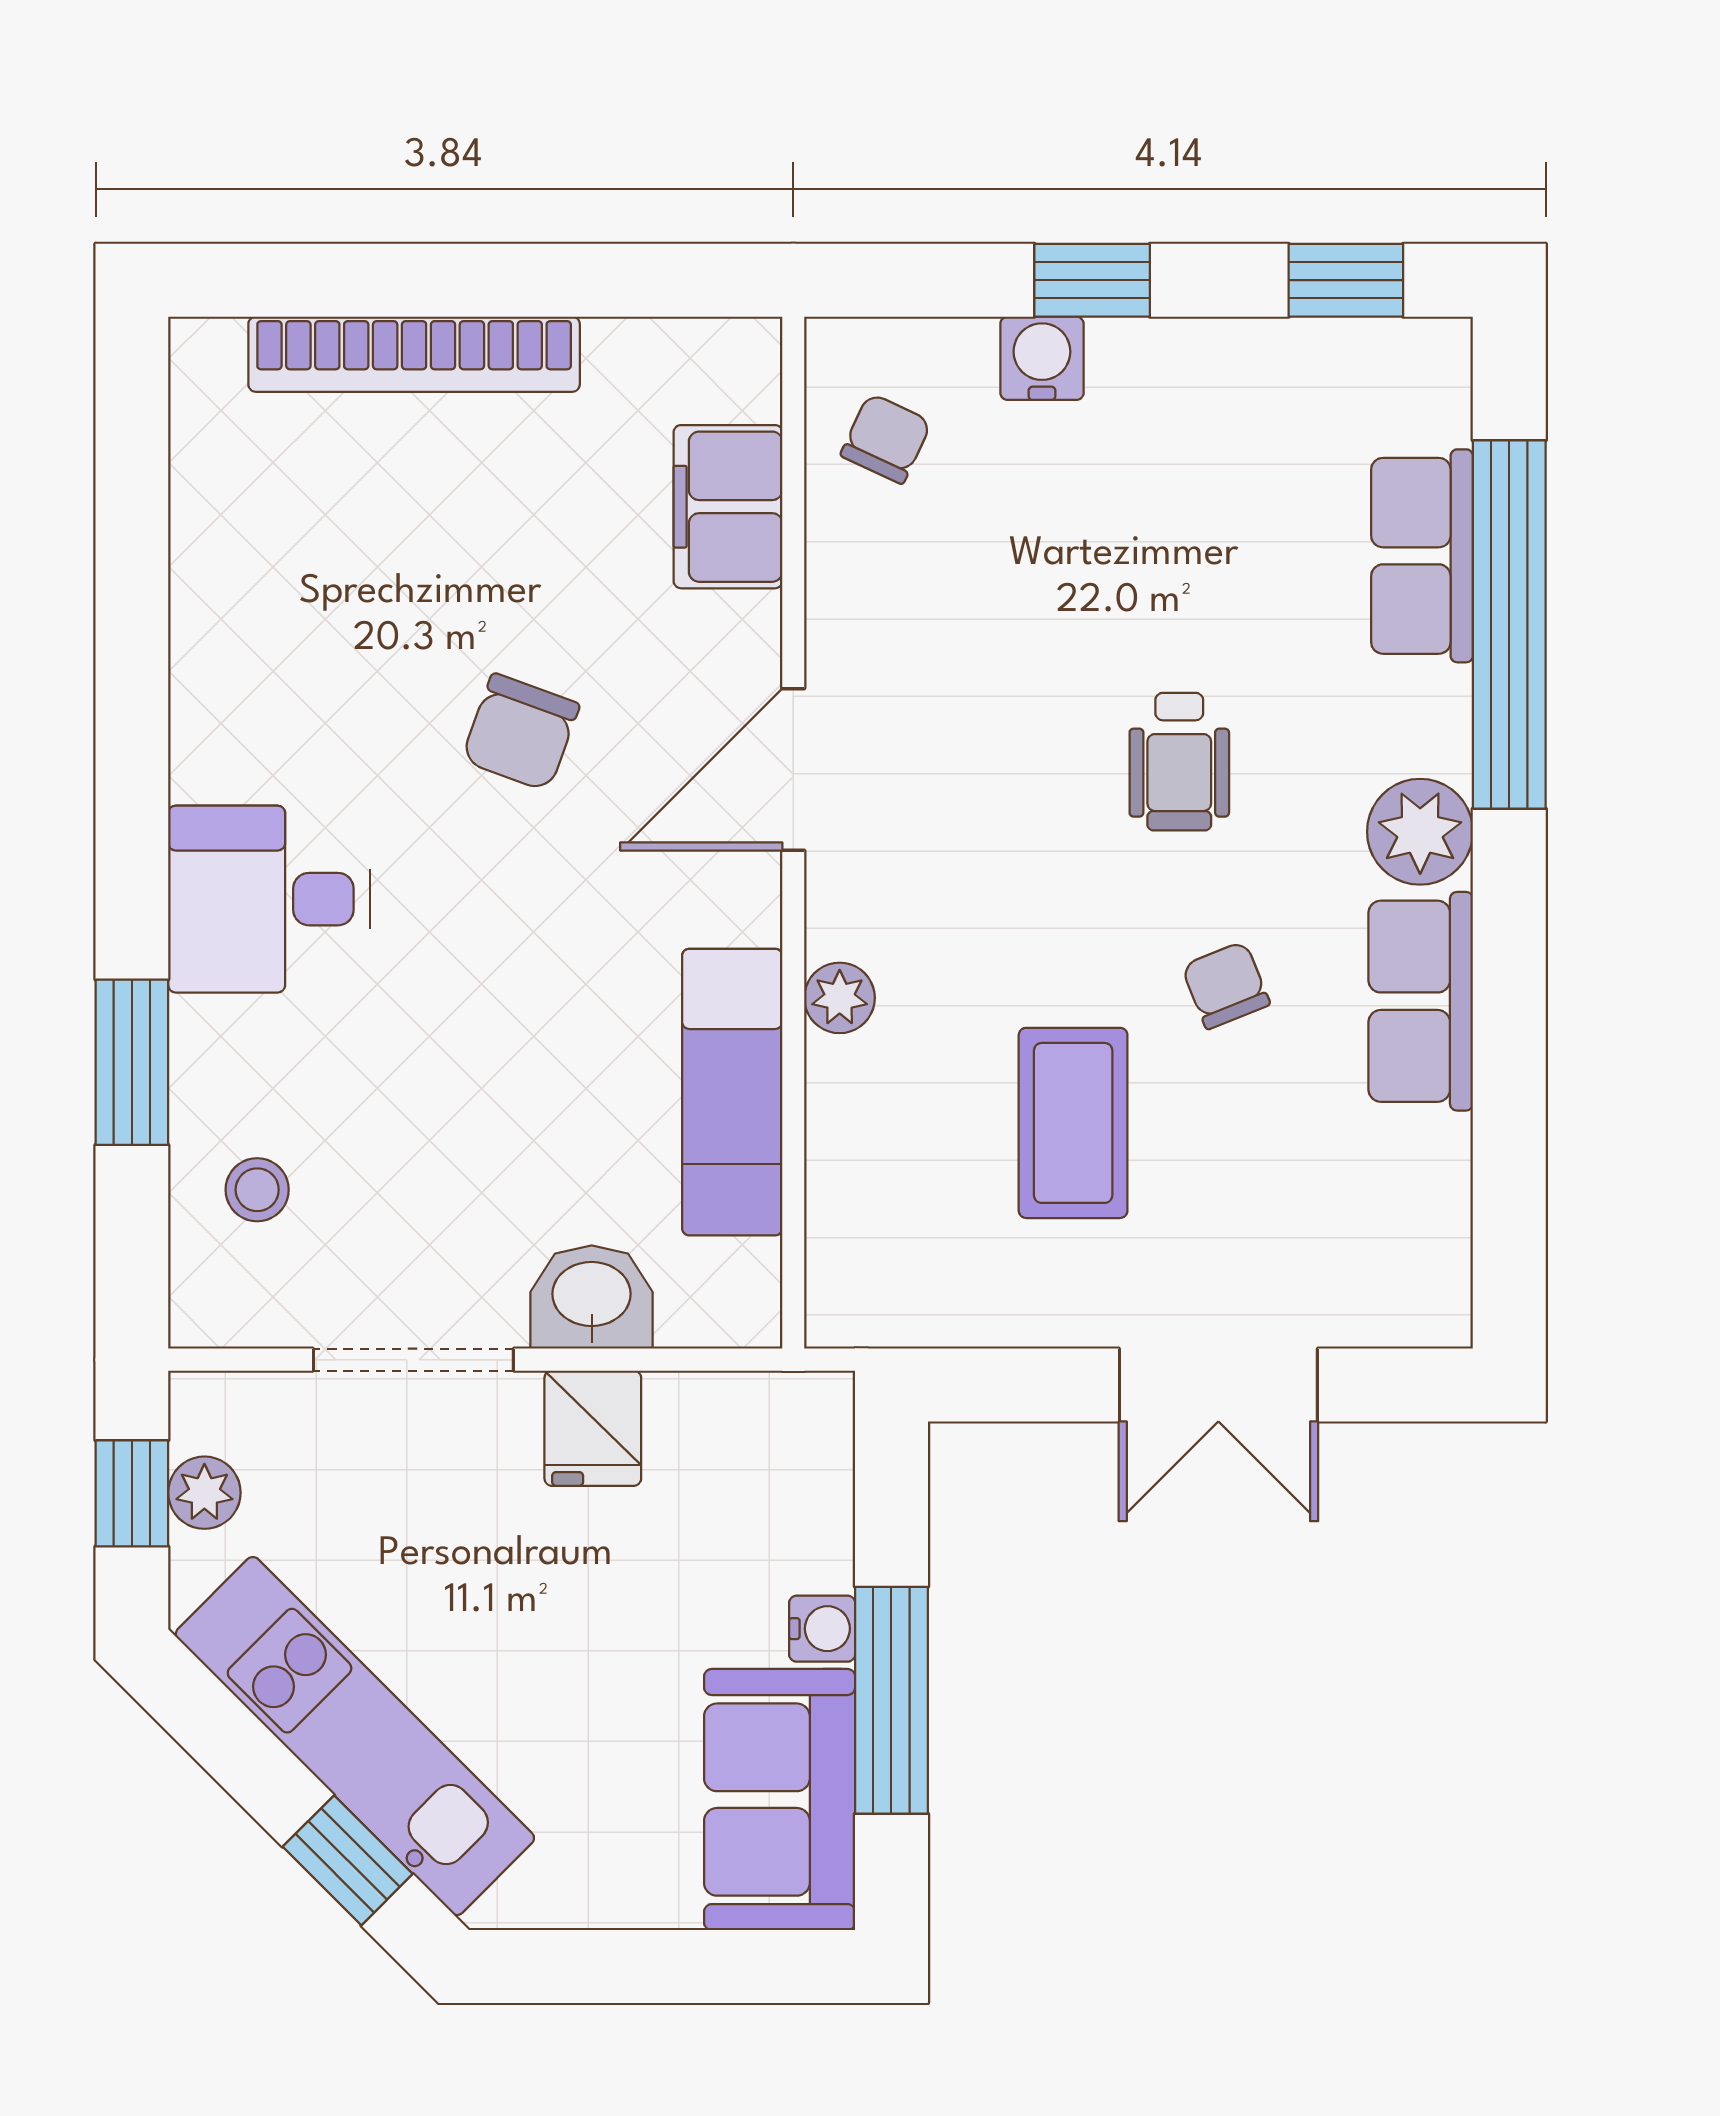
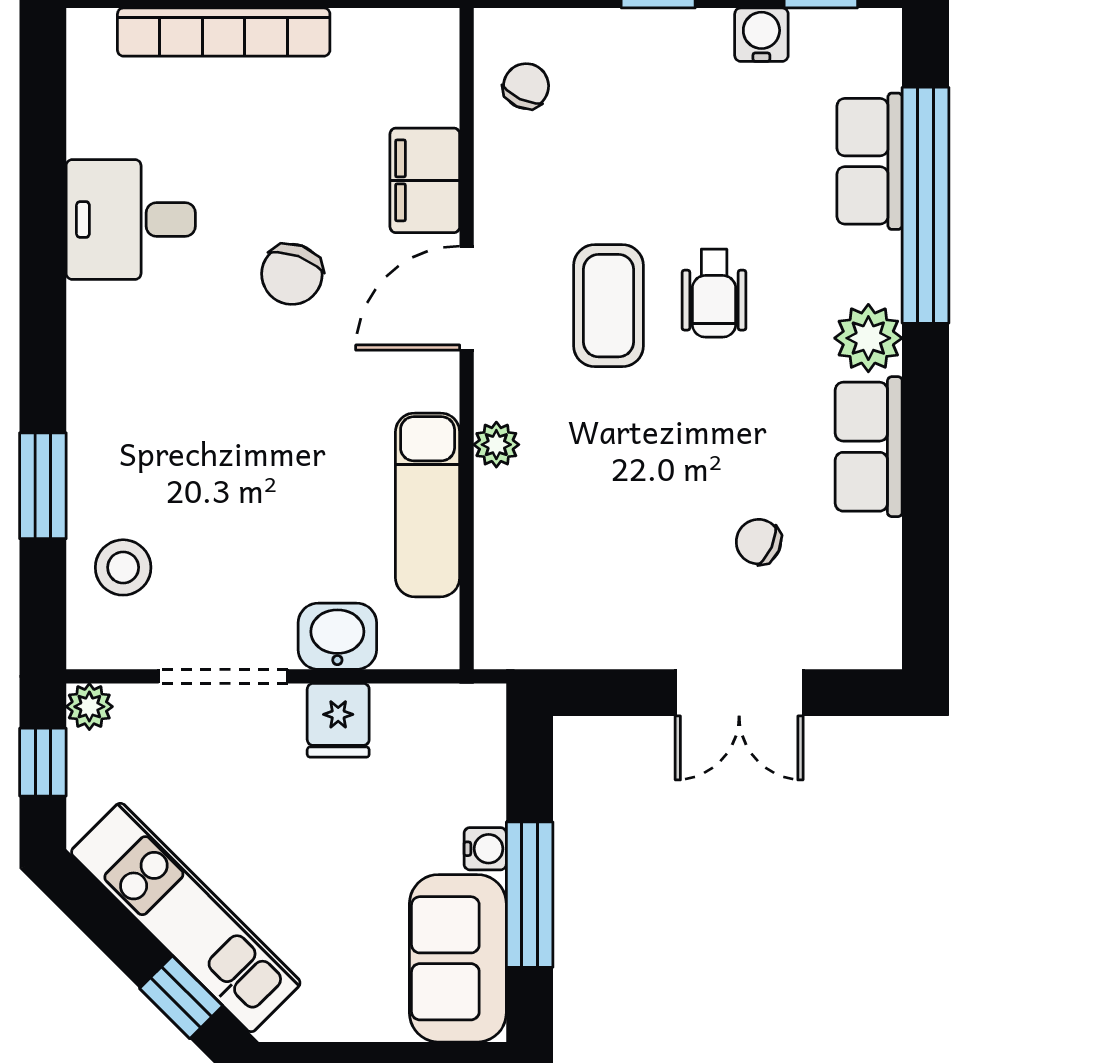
water cooler: (1042, 358) -> (761, 35), moved
filing cabinet: (728, 507) -> (425, 180), moved
desk: (269, 899) -> (131, 220), moved
chair: (1226, 985) -> (759, 542), moved, turned -44
coffee table: (1073, 1123) -> (609, 306), moved
stool: (257, 1190) -> (123, 567), width x1.37, depth x1.37
plant: (204, 1493) -> (89, 707), moved

